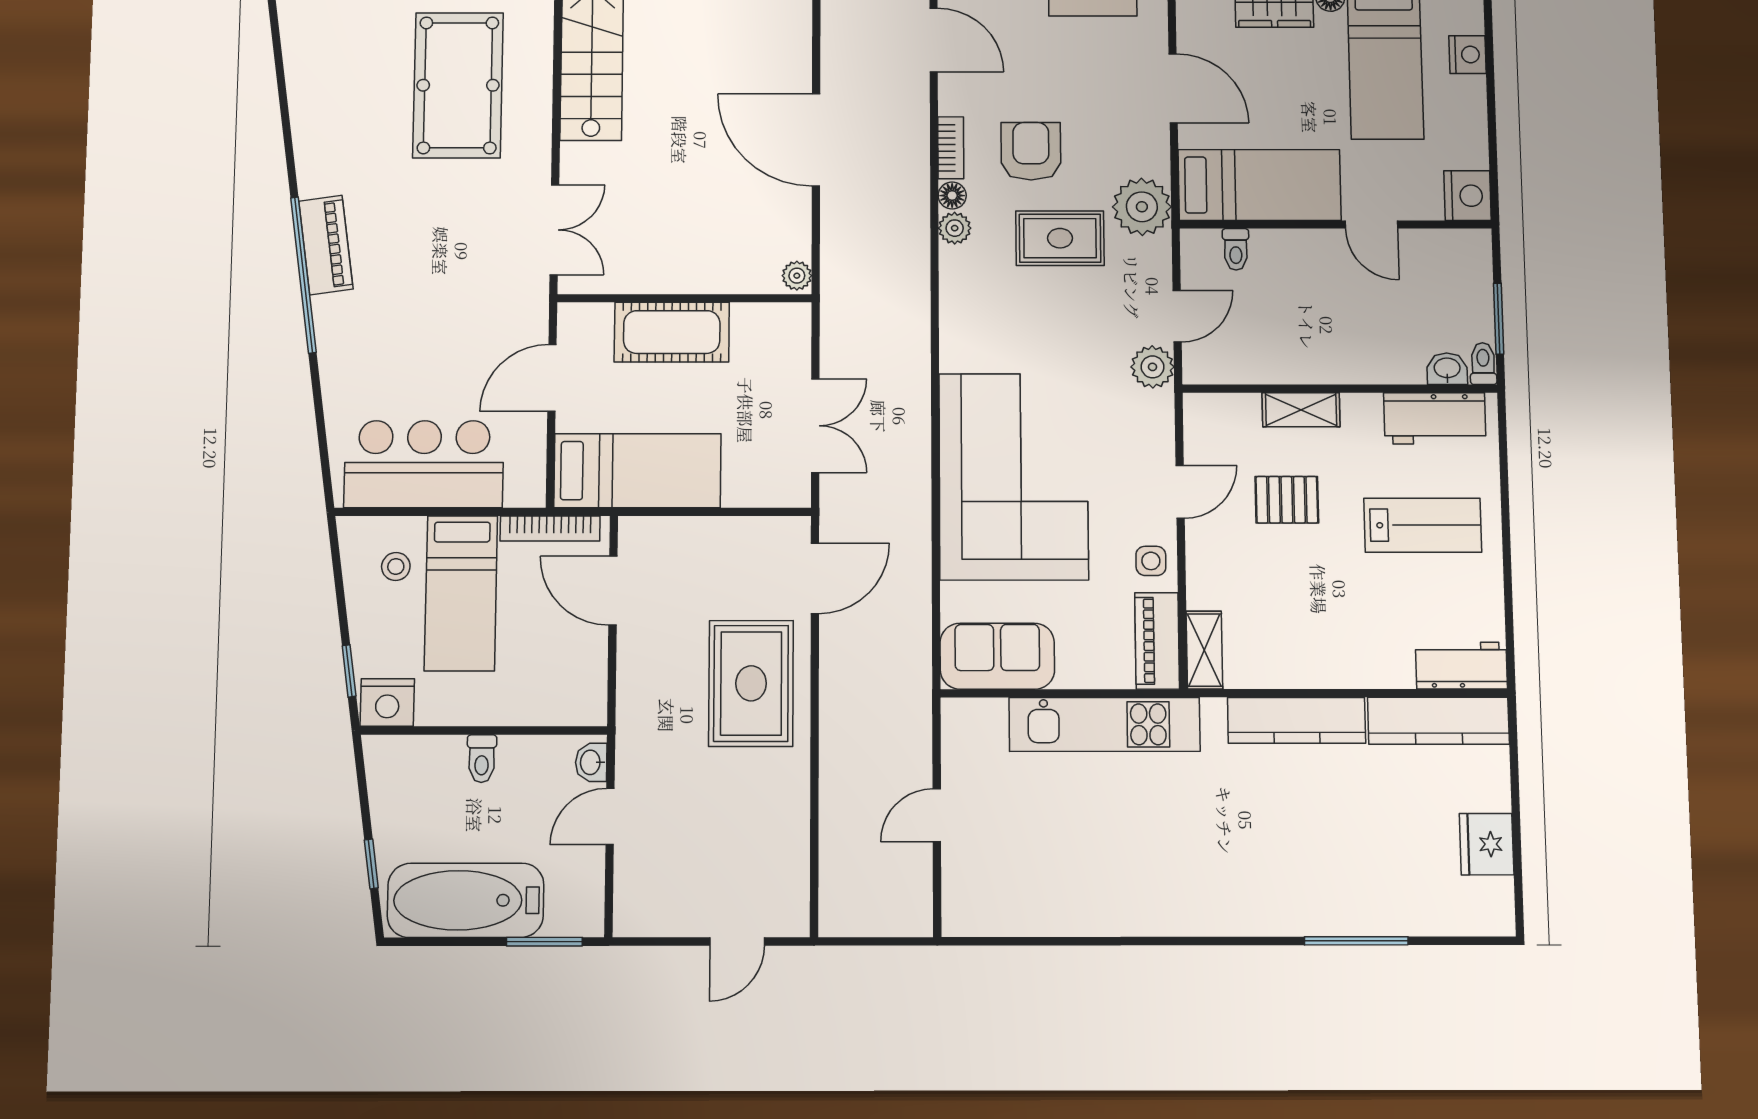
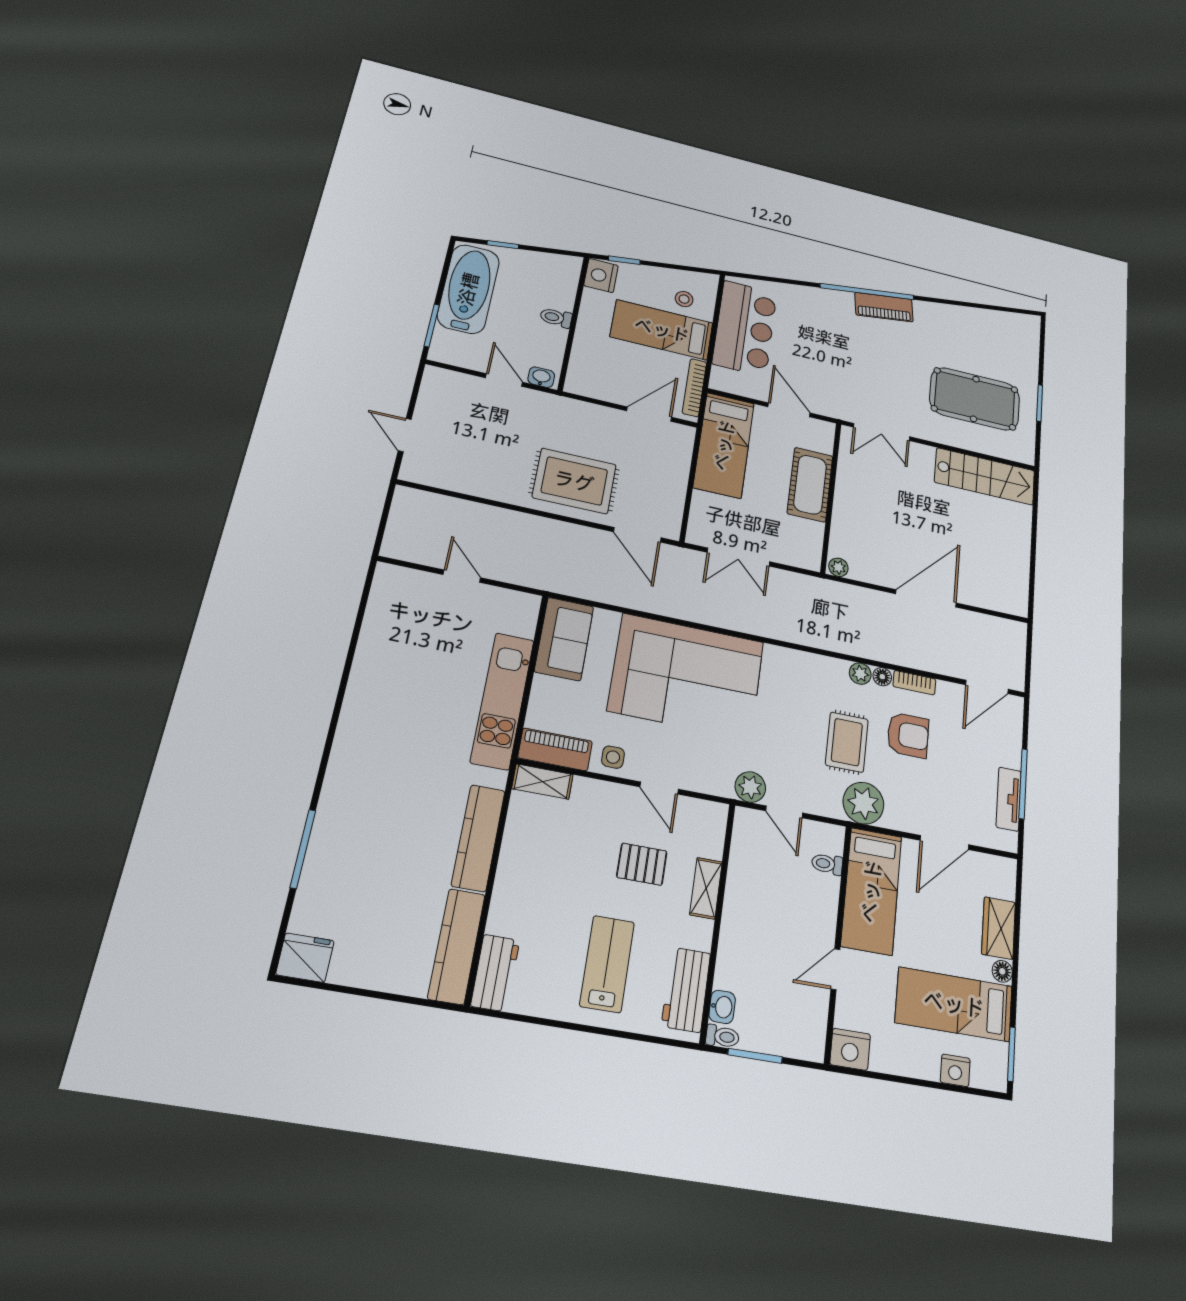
pallet: (1287, 500) -> (642, 864), turned 90
lab bench: (1423, 525) -> (607, 964), turned 180
fridge: (1487, 844) -> (305, 958), moved

